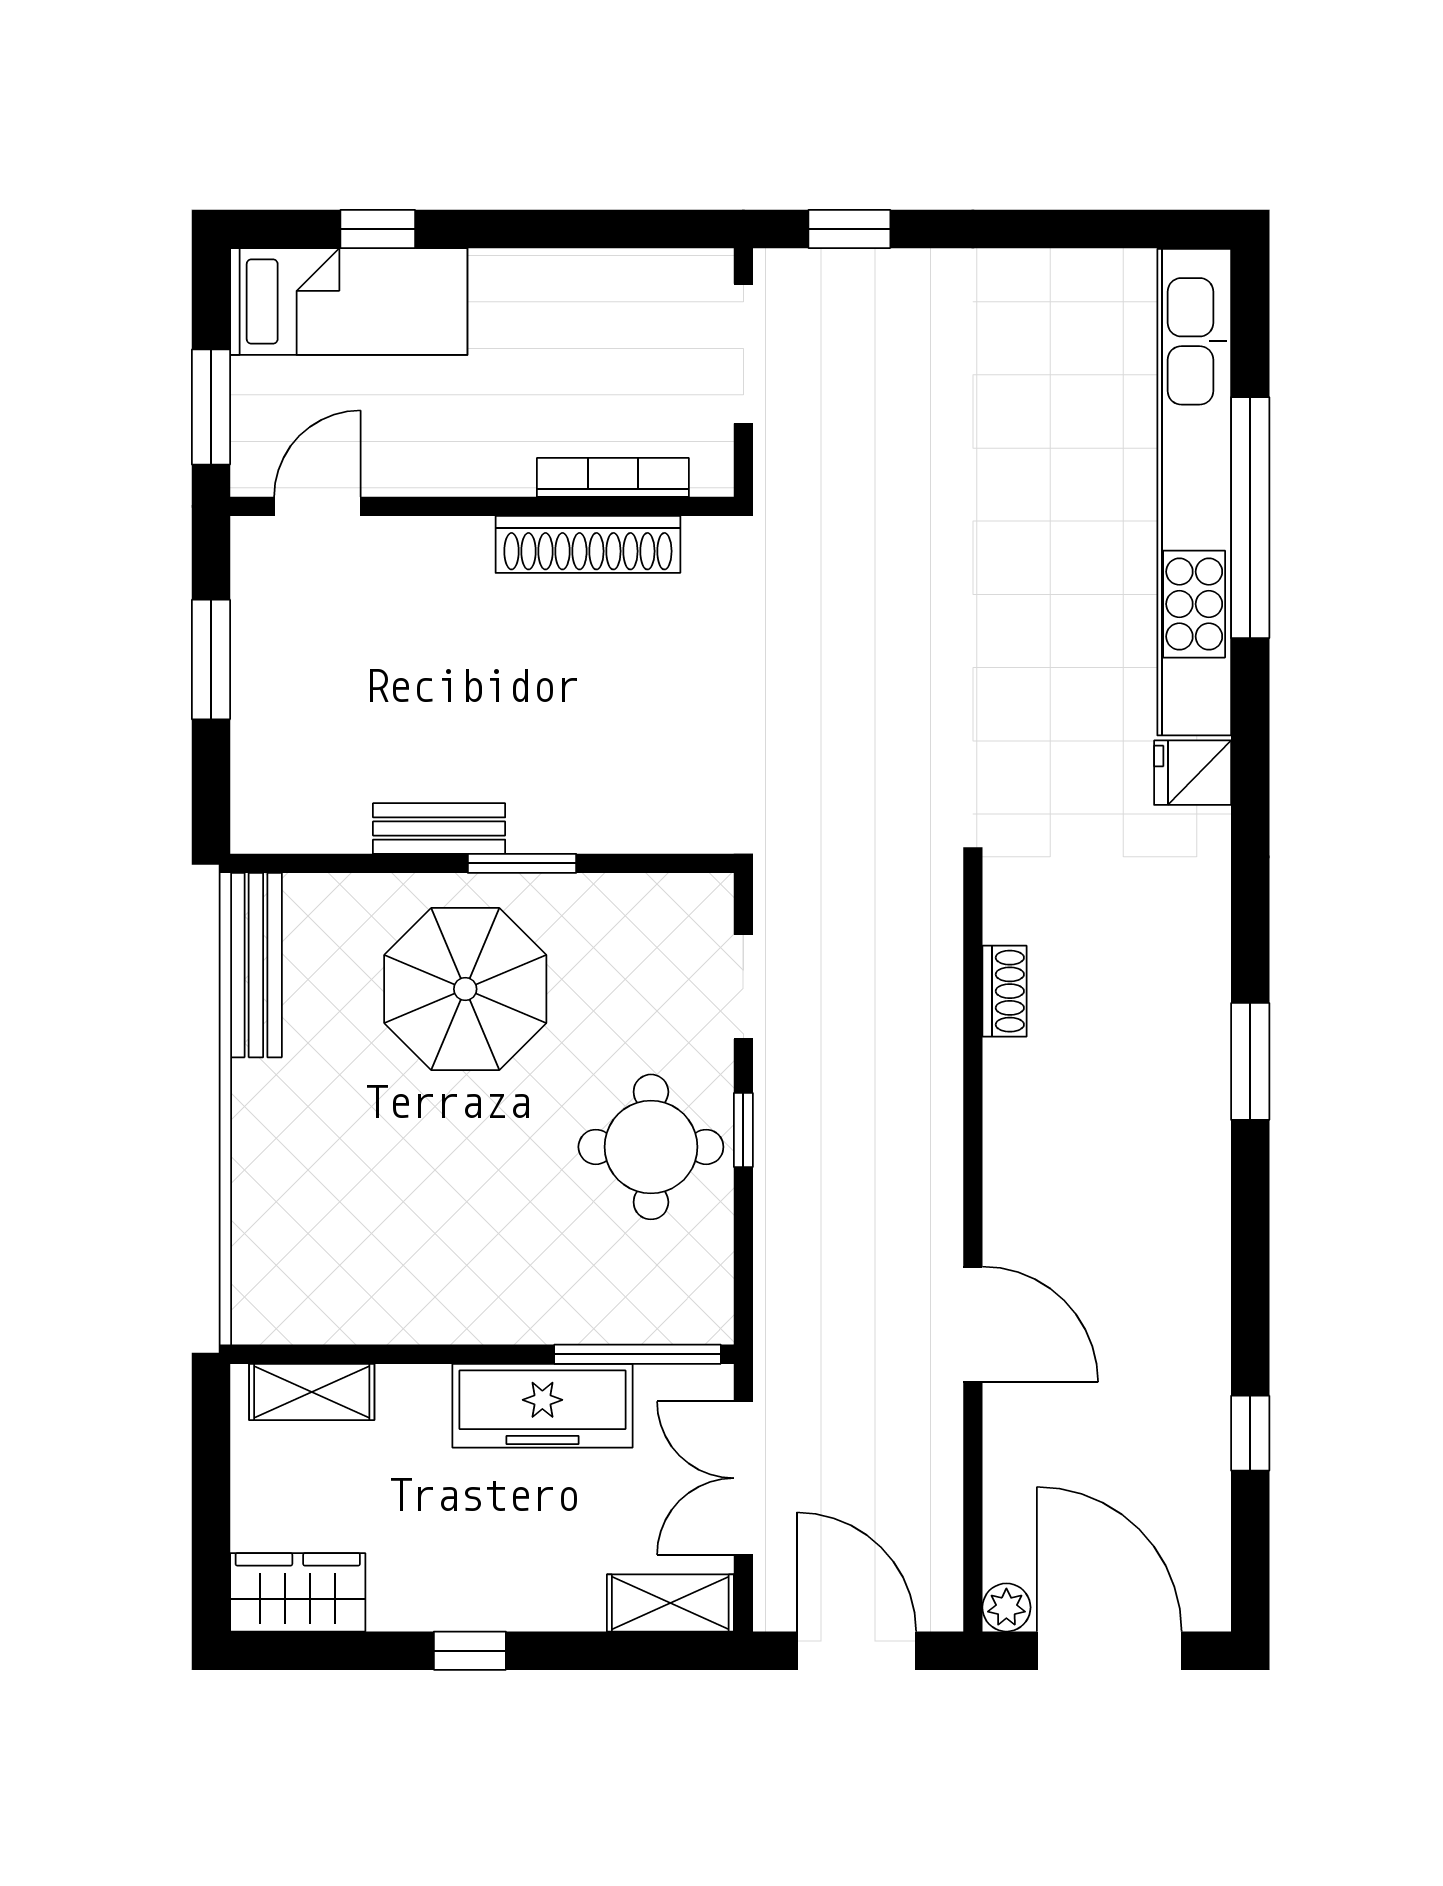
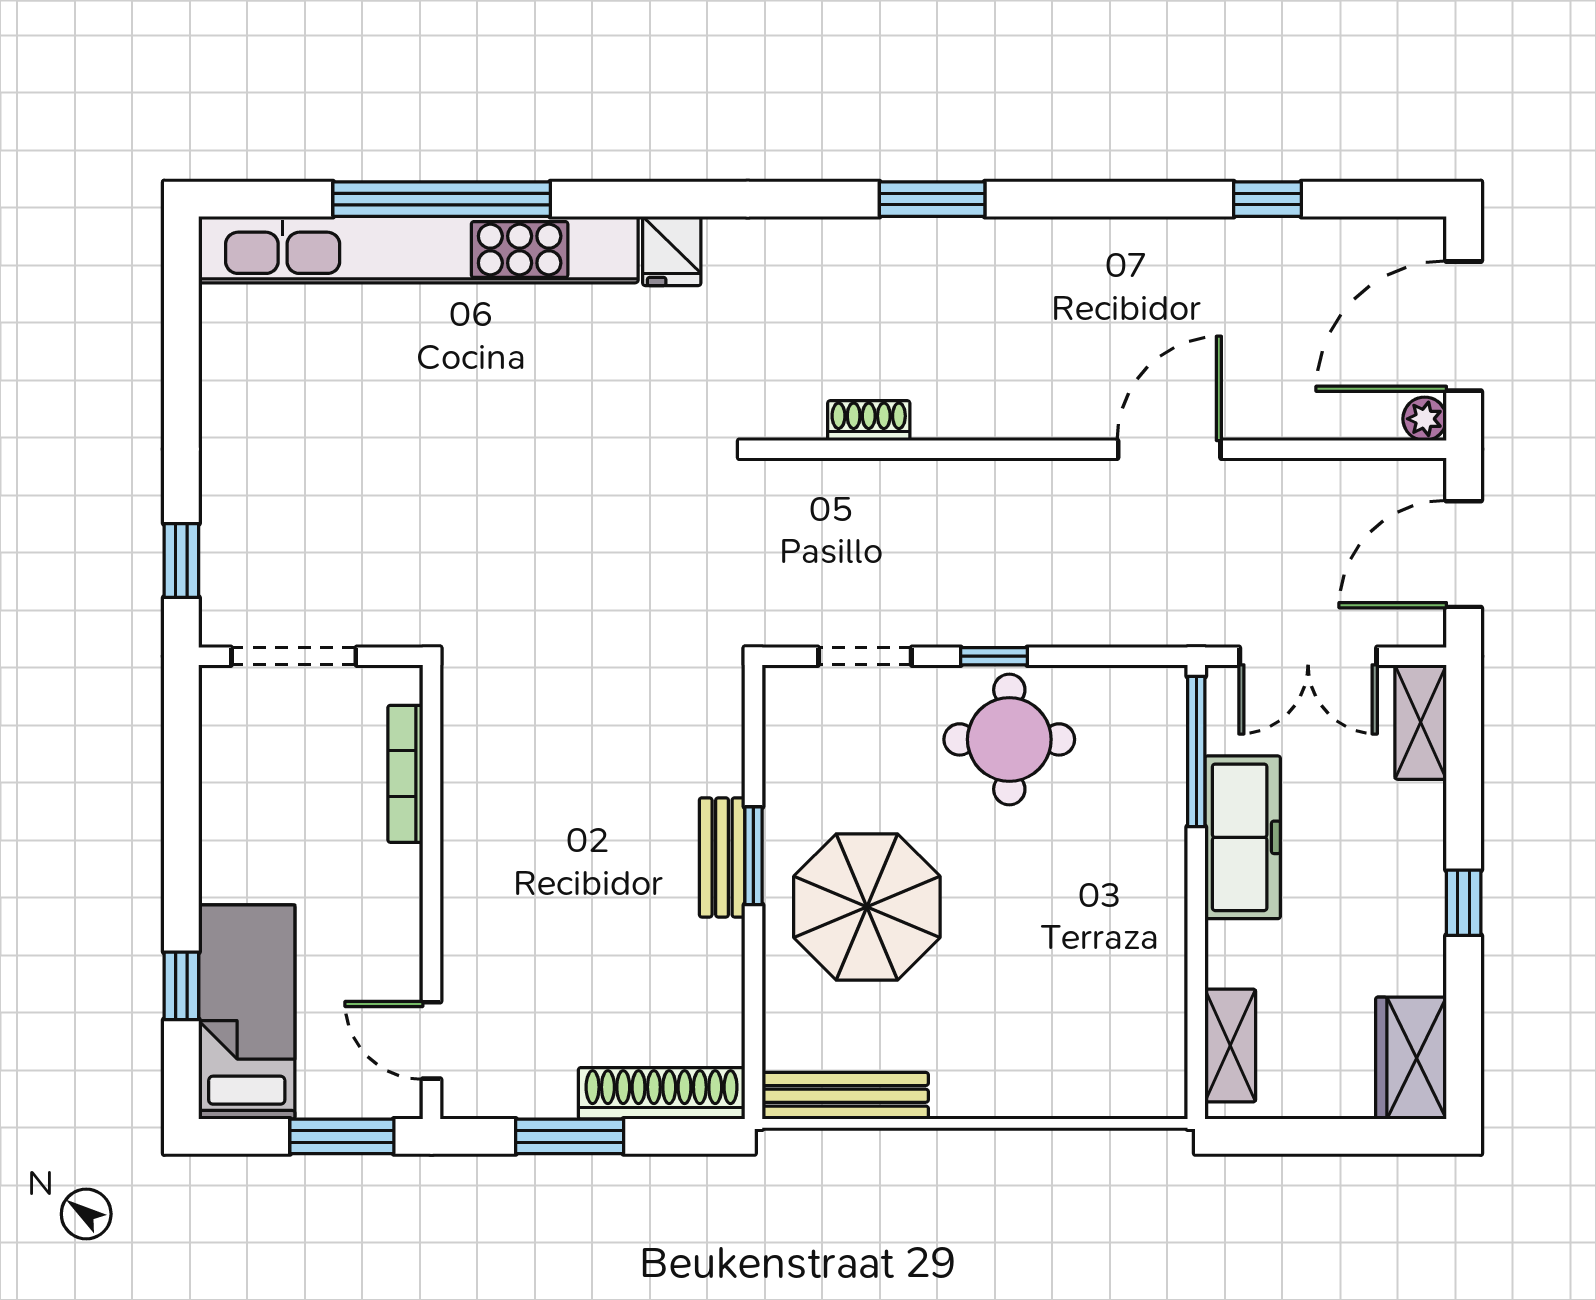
shoe rack: (588, 544) -> (662, 1093), moved, turned -90
bench: (439, 829) -> (722, 857), moved

